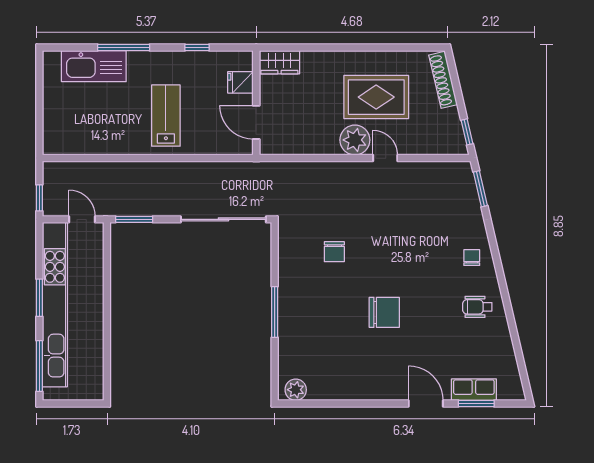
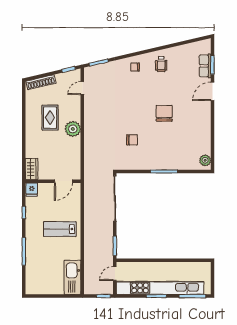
kitchen sink: (94, 66) -> (72, 277), moved, turned 180
fridge: (240, 82) -> (32, 190), moved
rug: (376, 97) -> (50, 118), width x0.73, depth x0.70
door: (385, 158) -> (82, 88), moved

